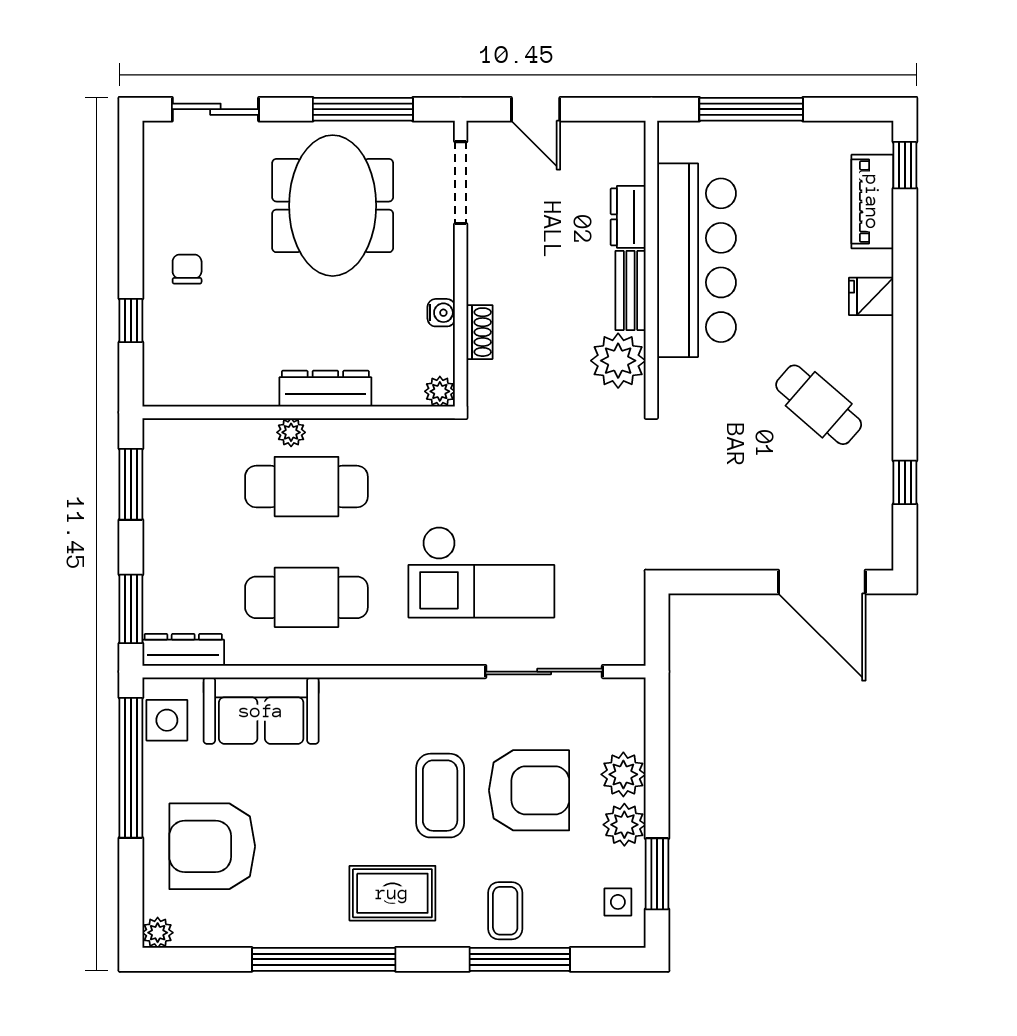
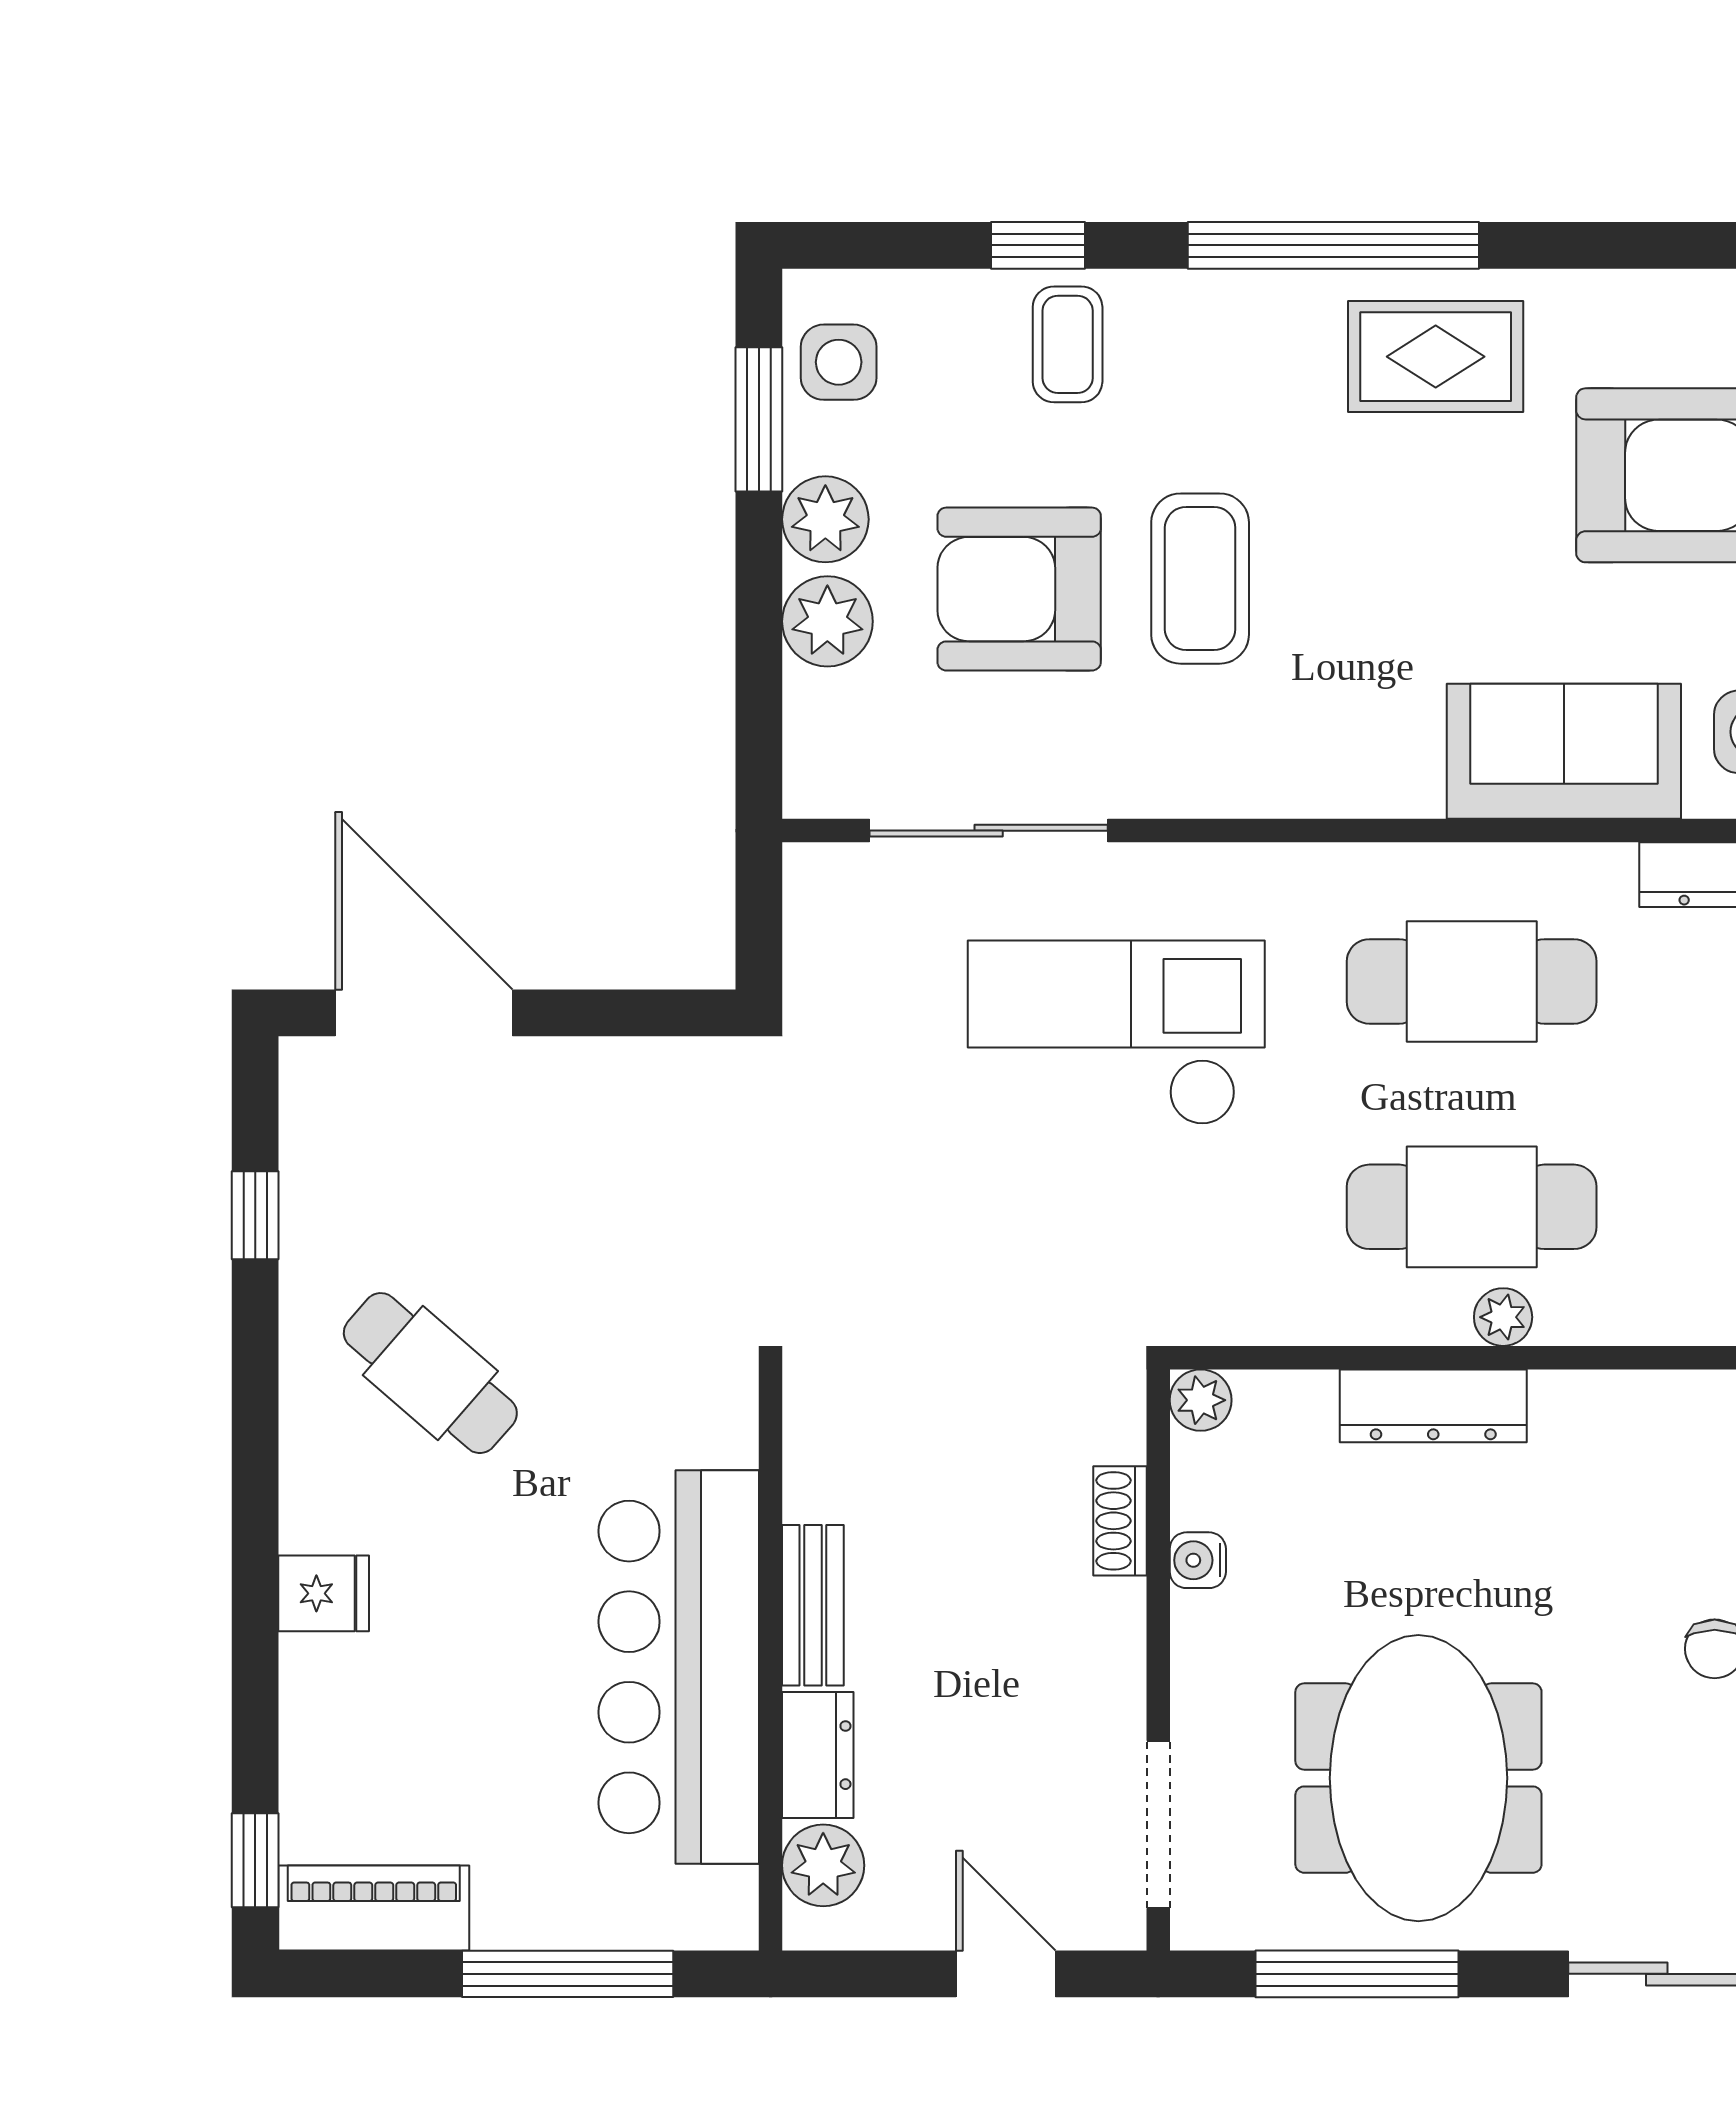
piano: (872, 202) -> (374, 1908), moved, turned -90
plant: (618, 361) -> (823, 1865), moved, width x0.73, depth x0.73
rug: (392, 893) -> (1436, 357), moved
side table: (618, 902) -> (839, 362), width x1.37, depth x1.37
window: (324, 959) -> (1333, 245), moved
window: (520, 959) -> (1038, 245), width x0.46

